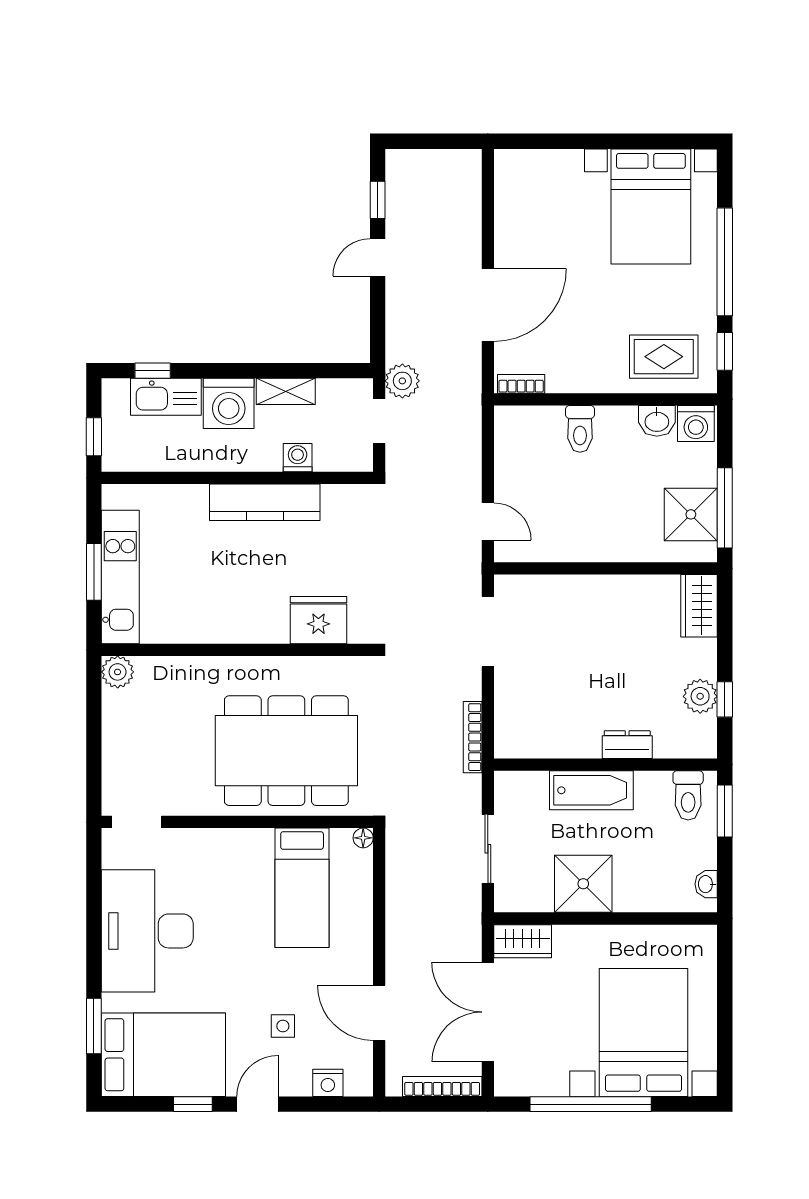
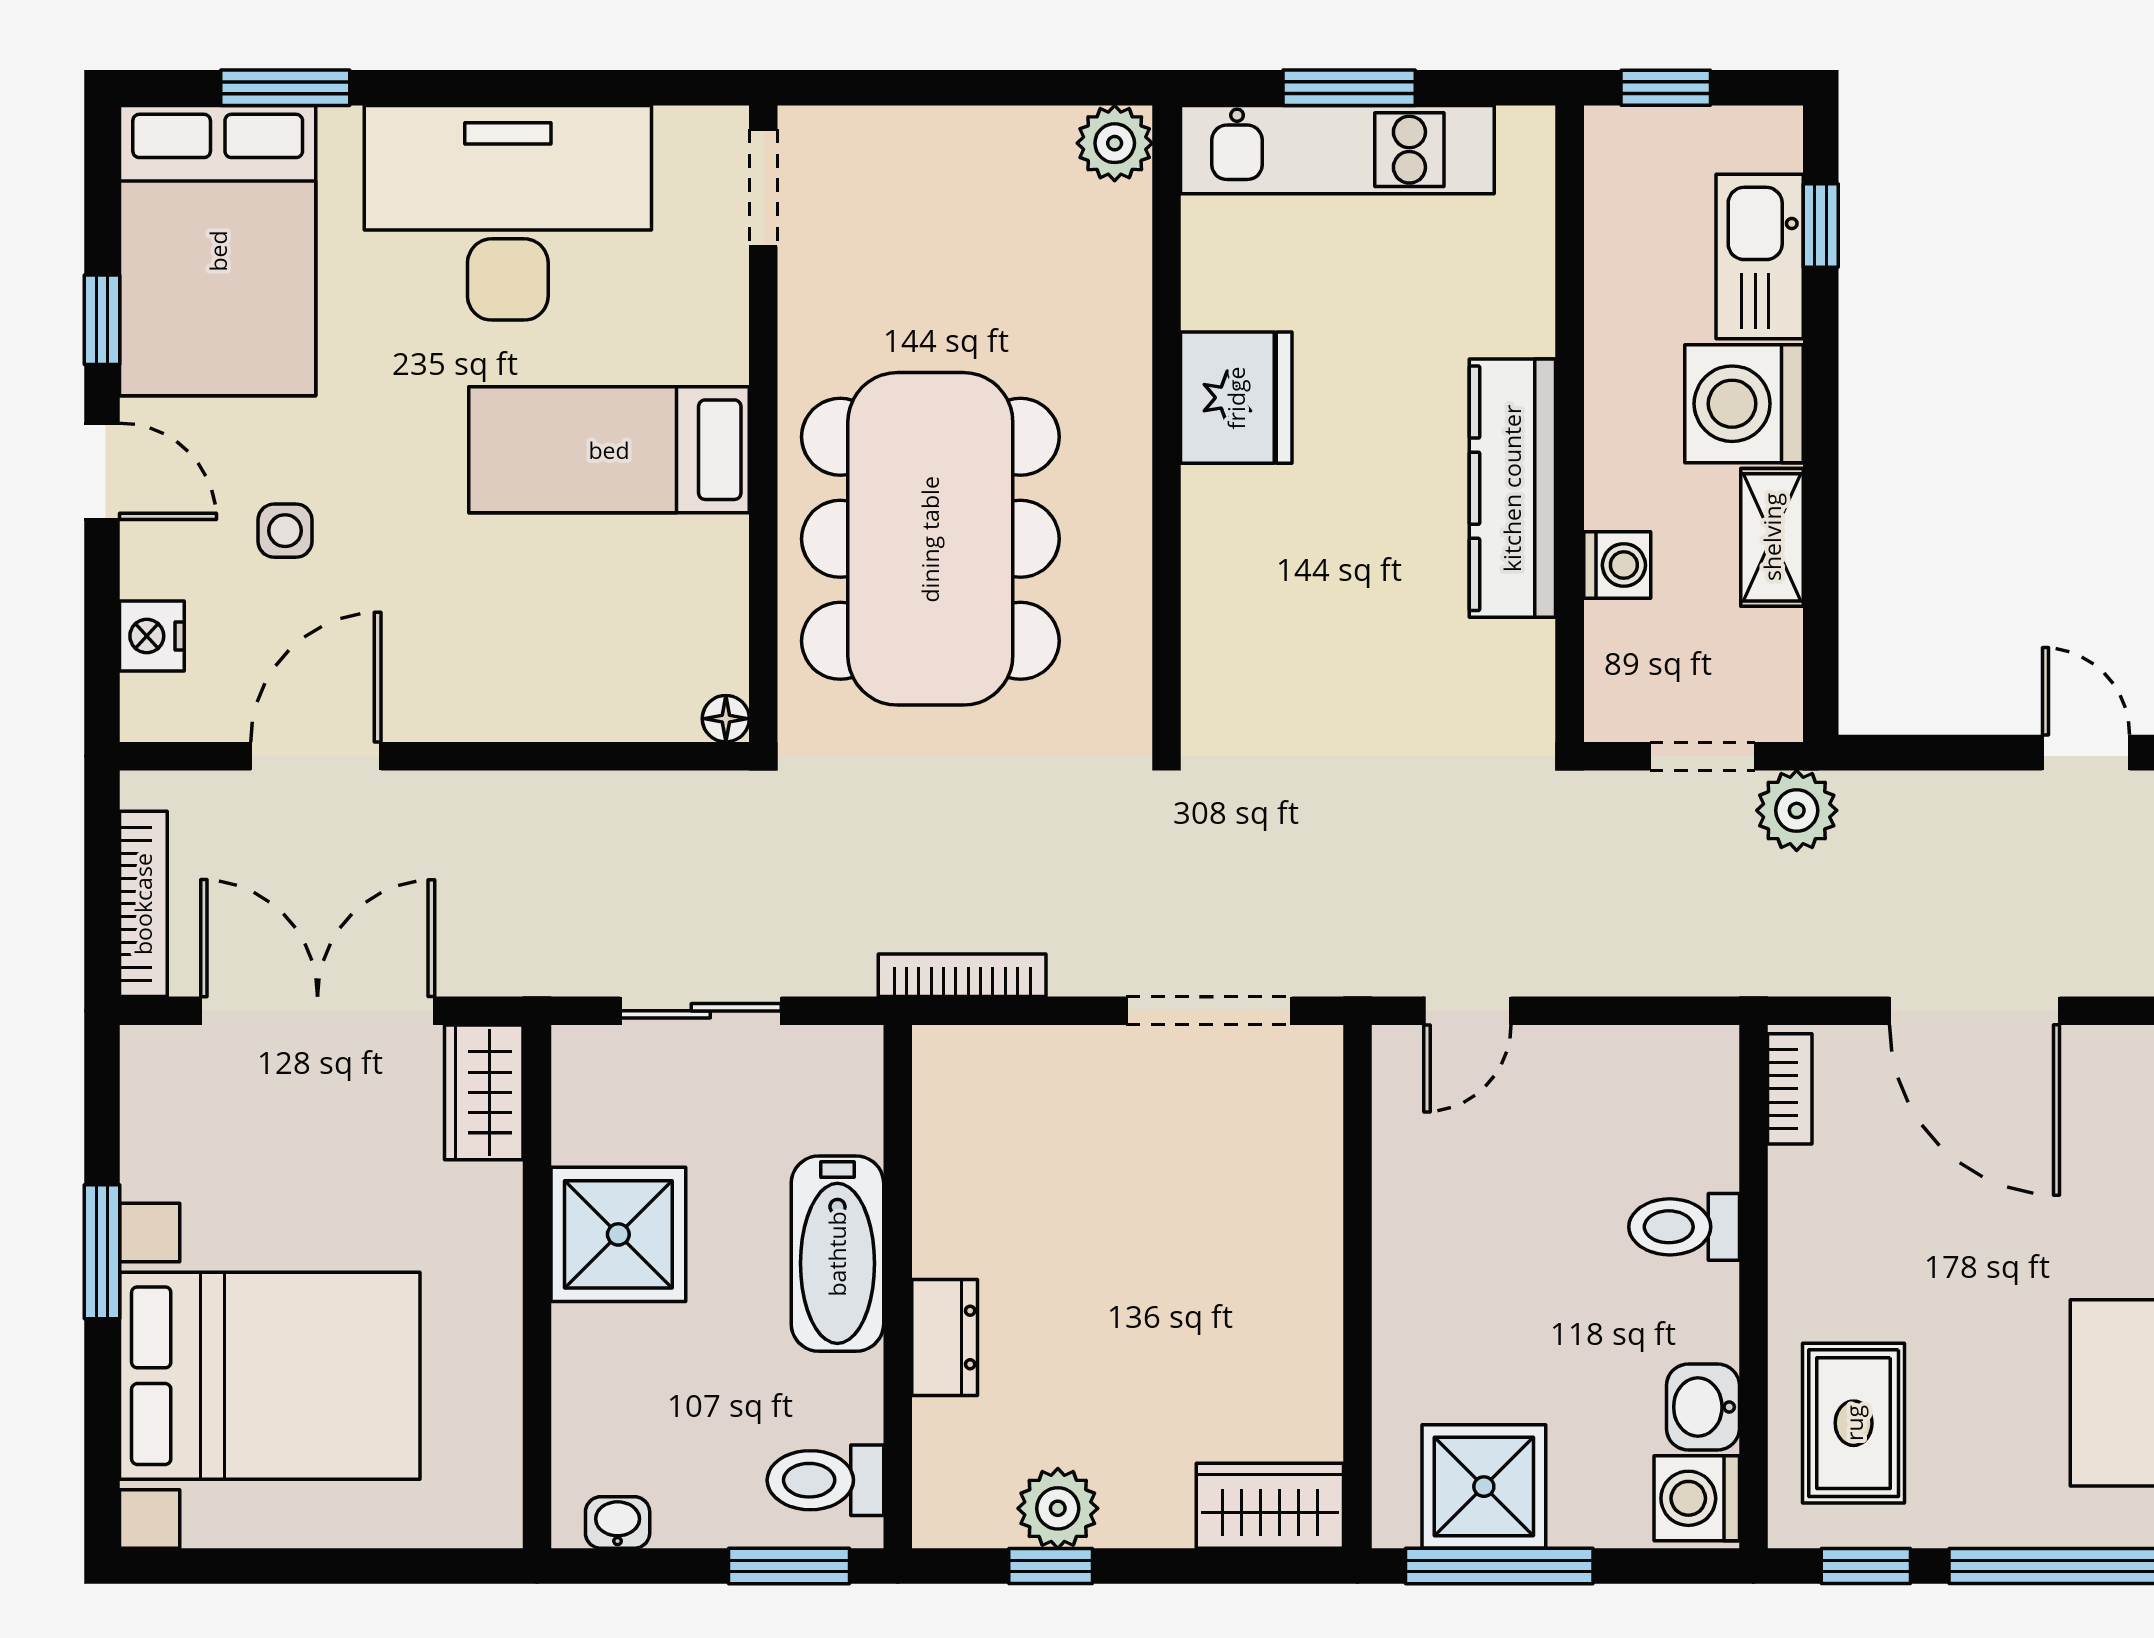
fridge: (318, 620) -> (1236, 398), moved
bed: (302, 888) -> (609, 450), moved
window: (591, 1104) -> (102, 1252), width x0.47

